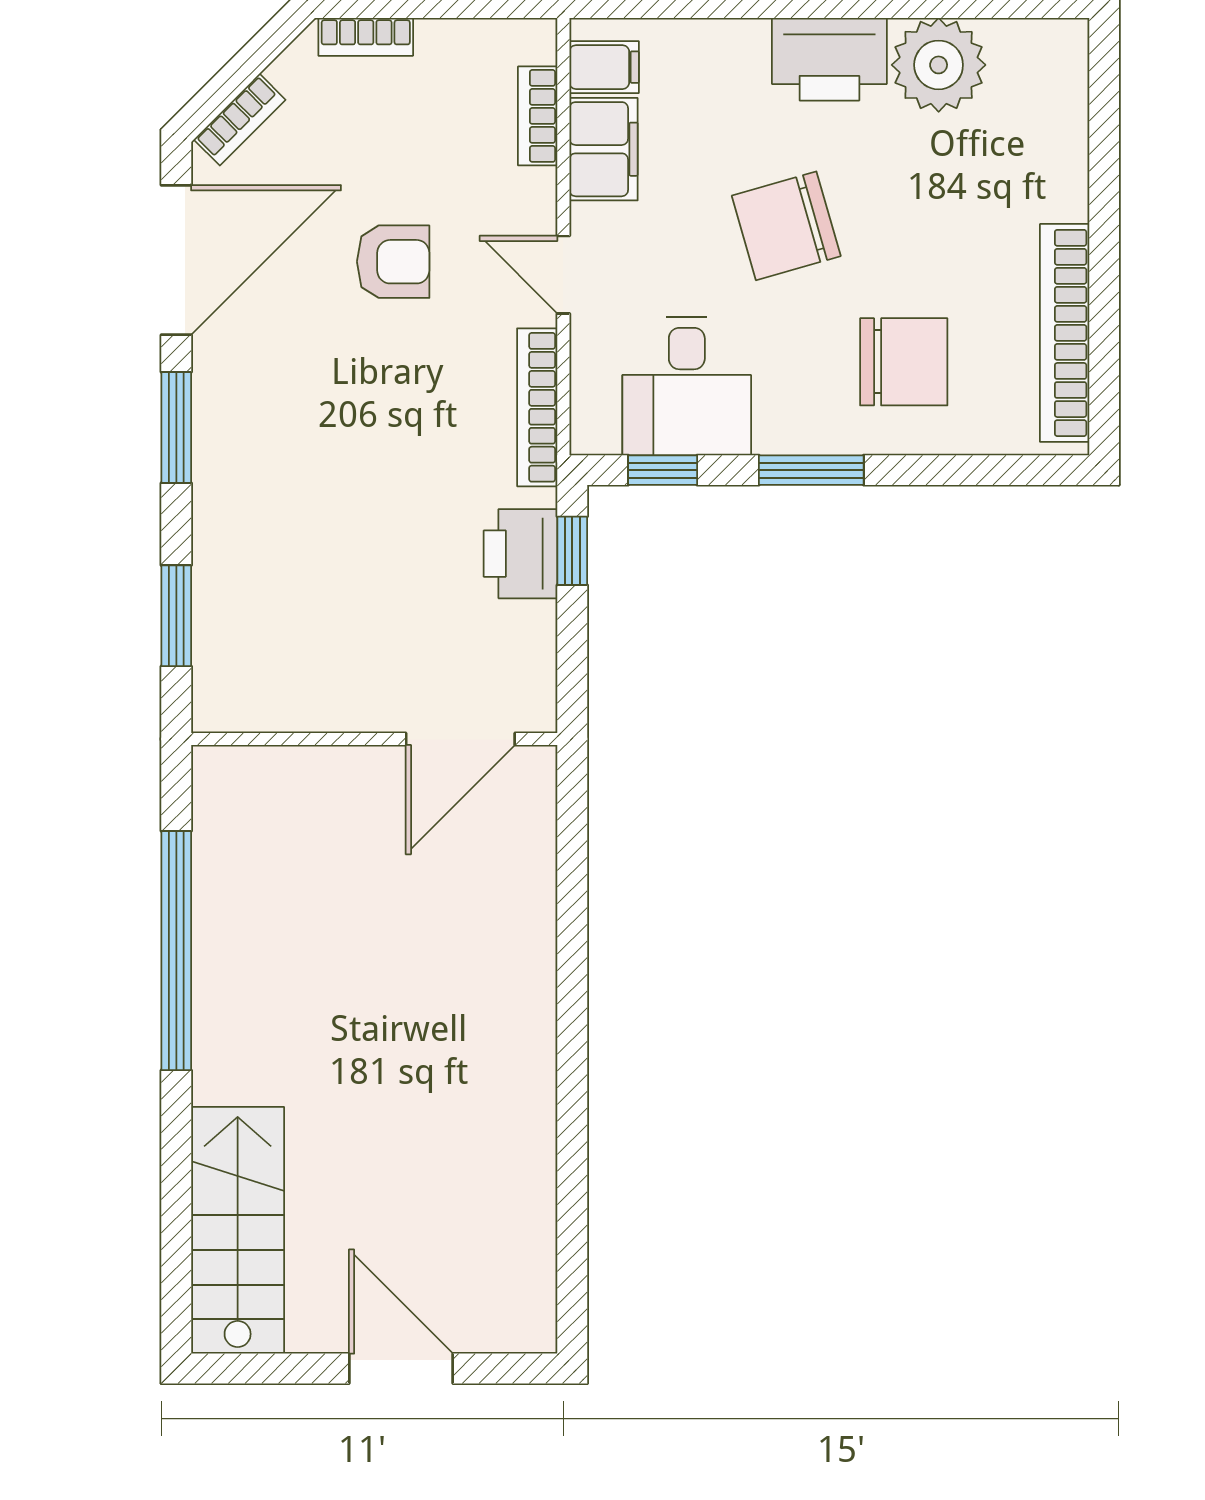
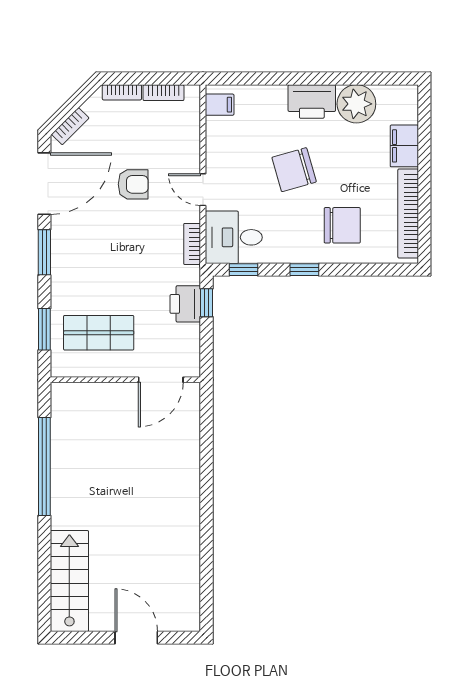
bookcase: (538, 116) -> (164, 93), moved, turned -90
filing cabinet: (603, 149) -> (404, 146), moved, turned 180
desk: (687, 386) -> (234, 237), moved, turned 90
bookcase: (537, 407) -> (192, 244), width x0.64
window: (811, 470) -> (304, 270), width x0.67
shop shelf: (309, 624) -> (99, 333), added

